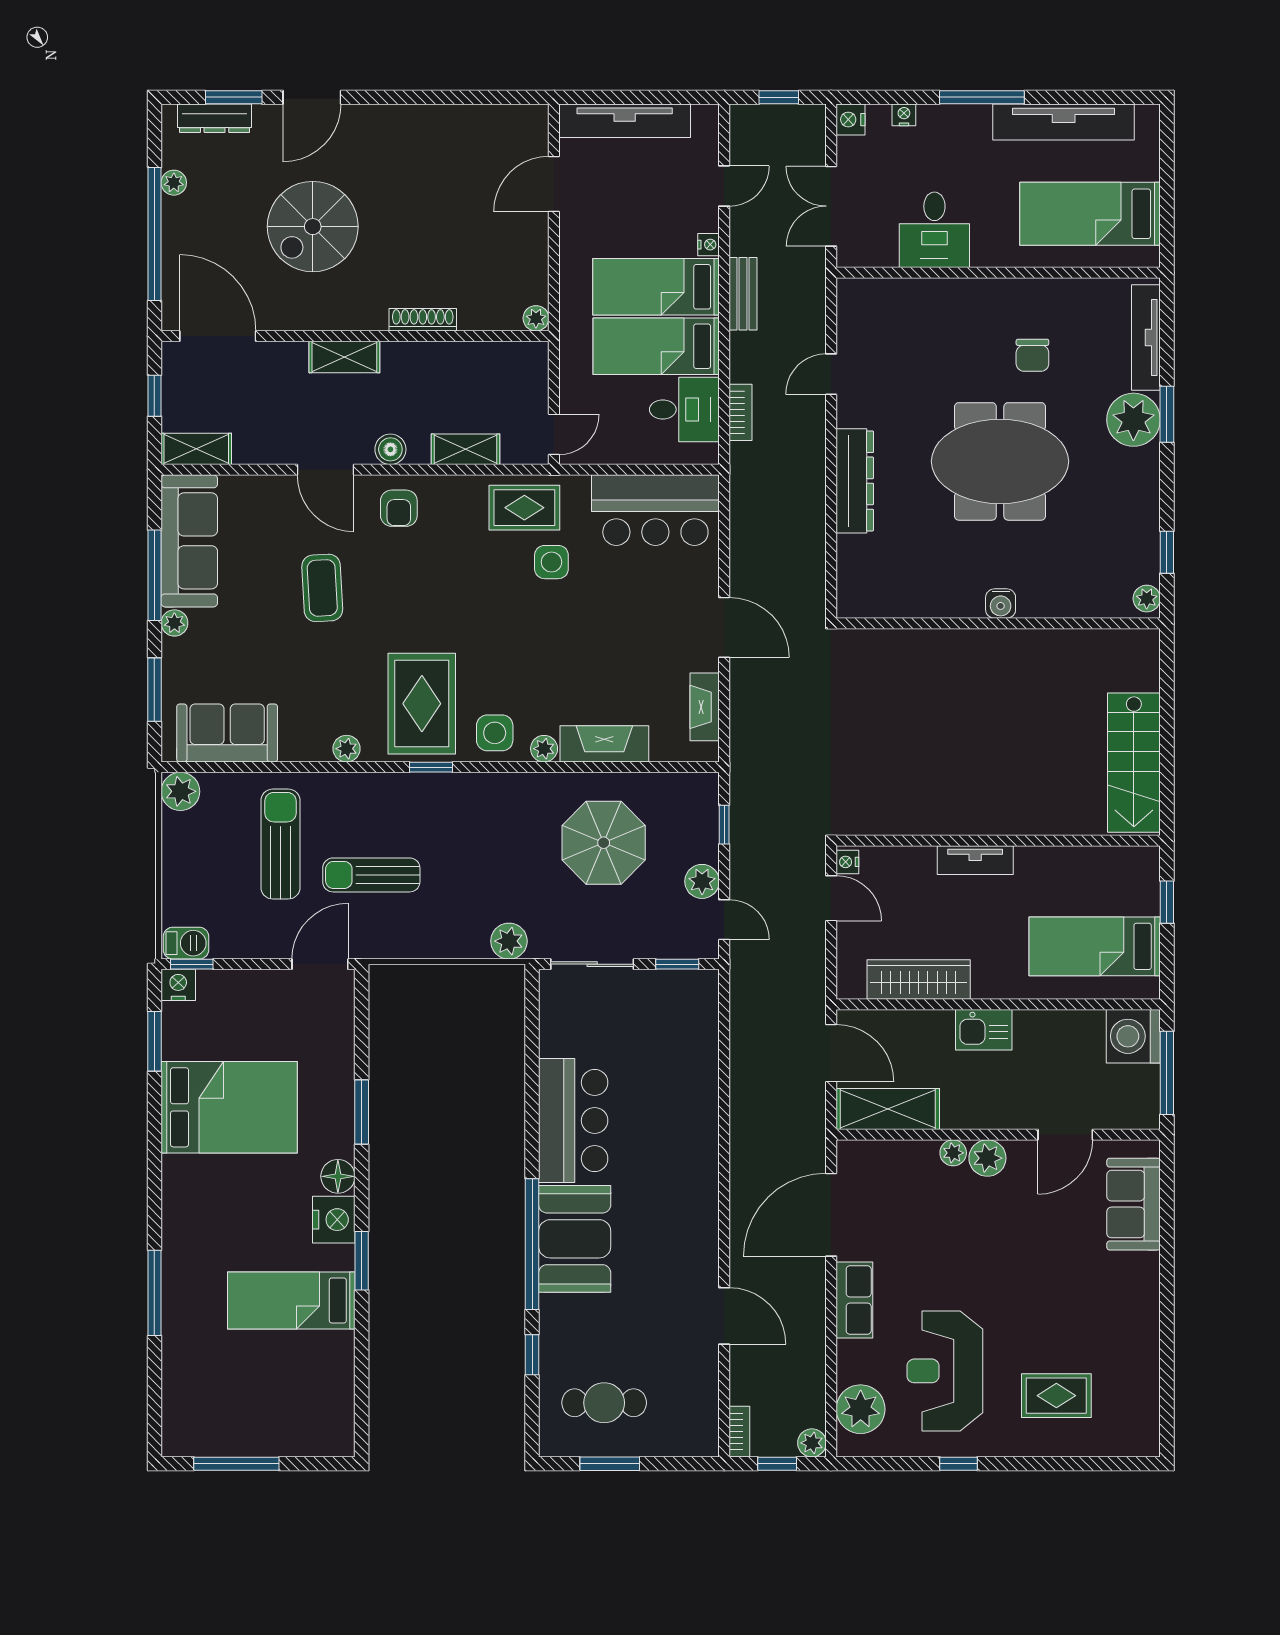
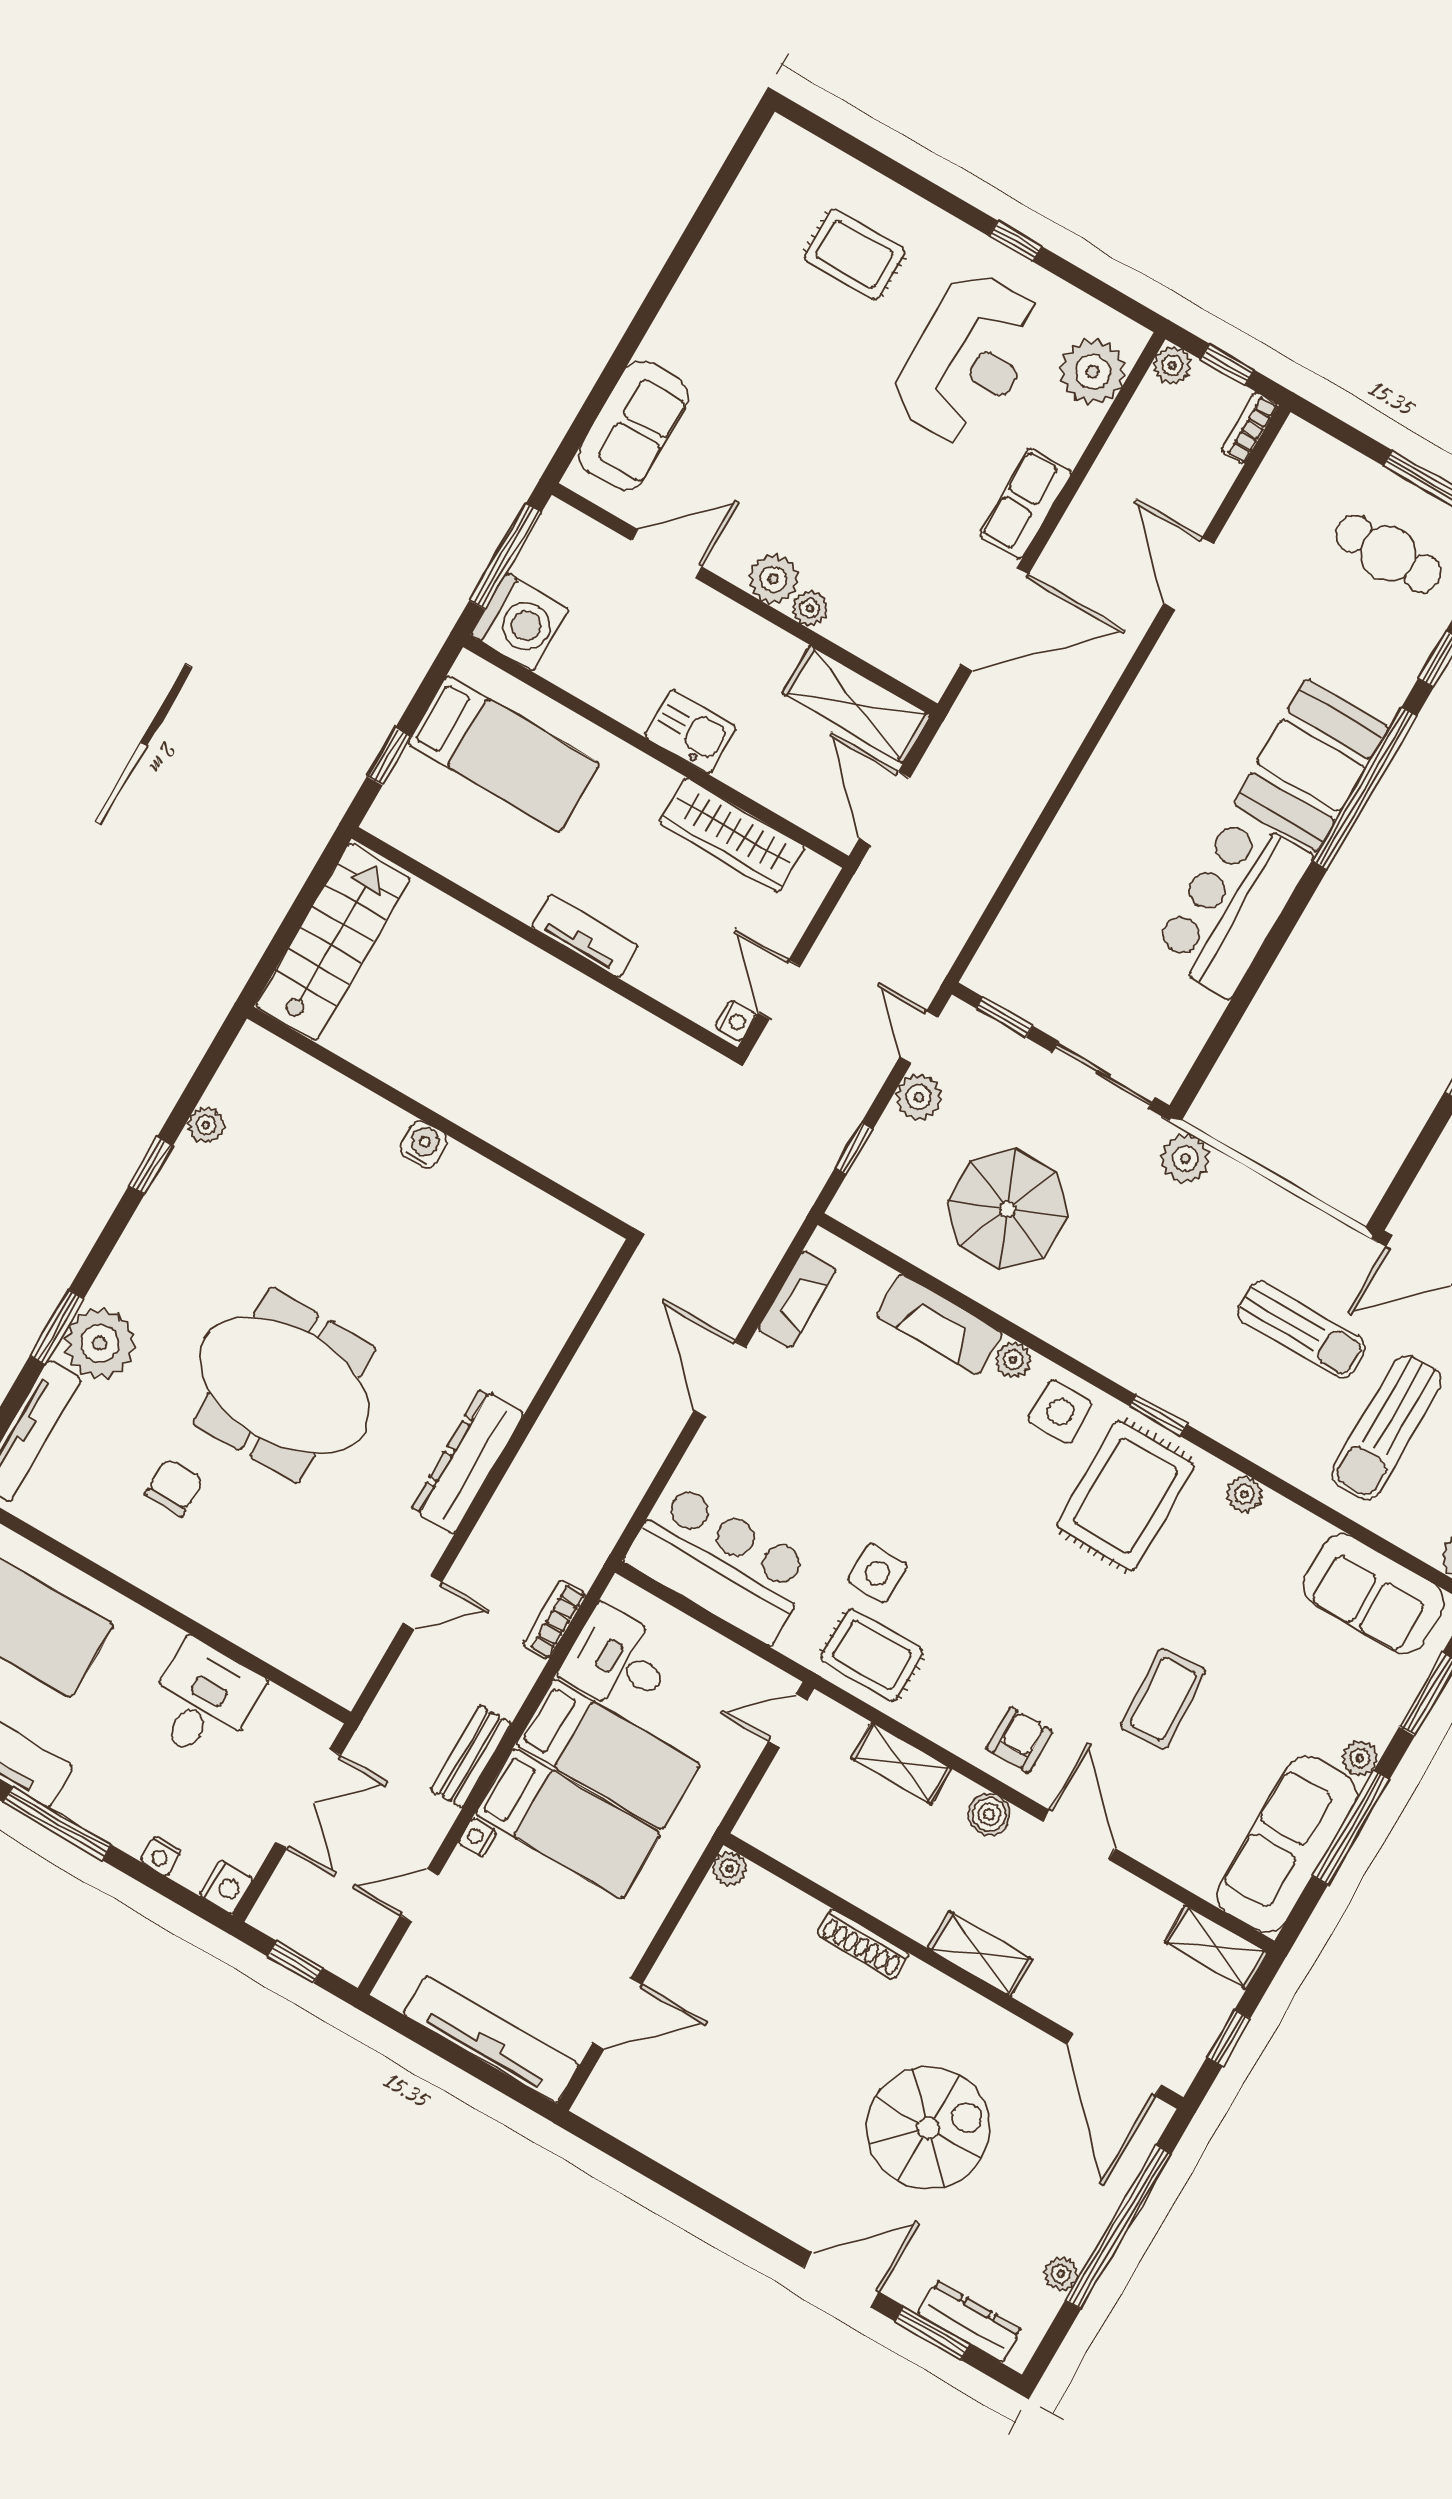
water cooler: (1001, 604) -> (424, 1144), moved
wall: (998, 623) -> (440, 1123), moved

